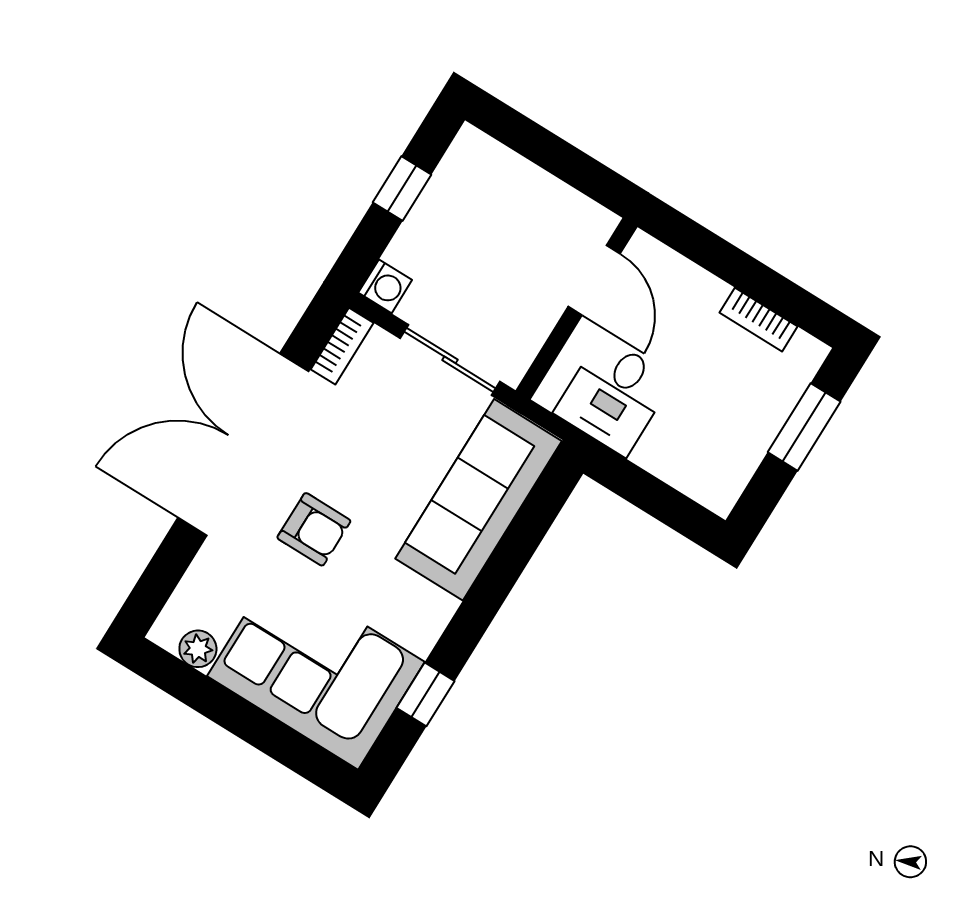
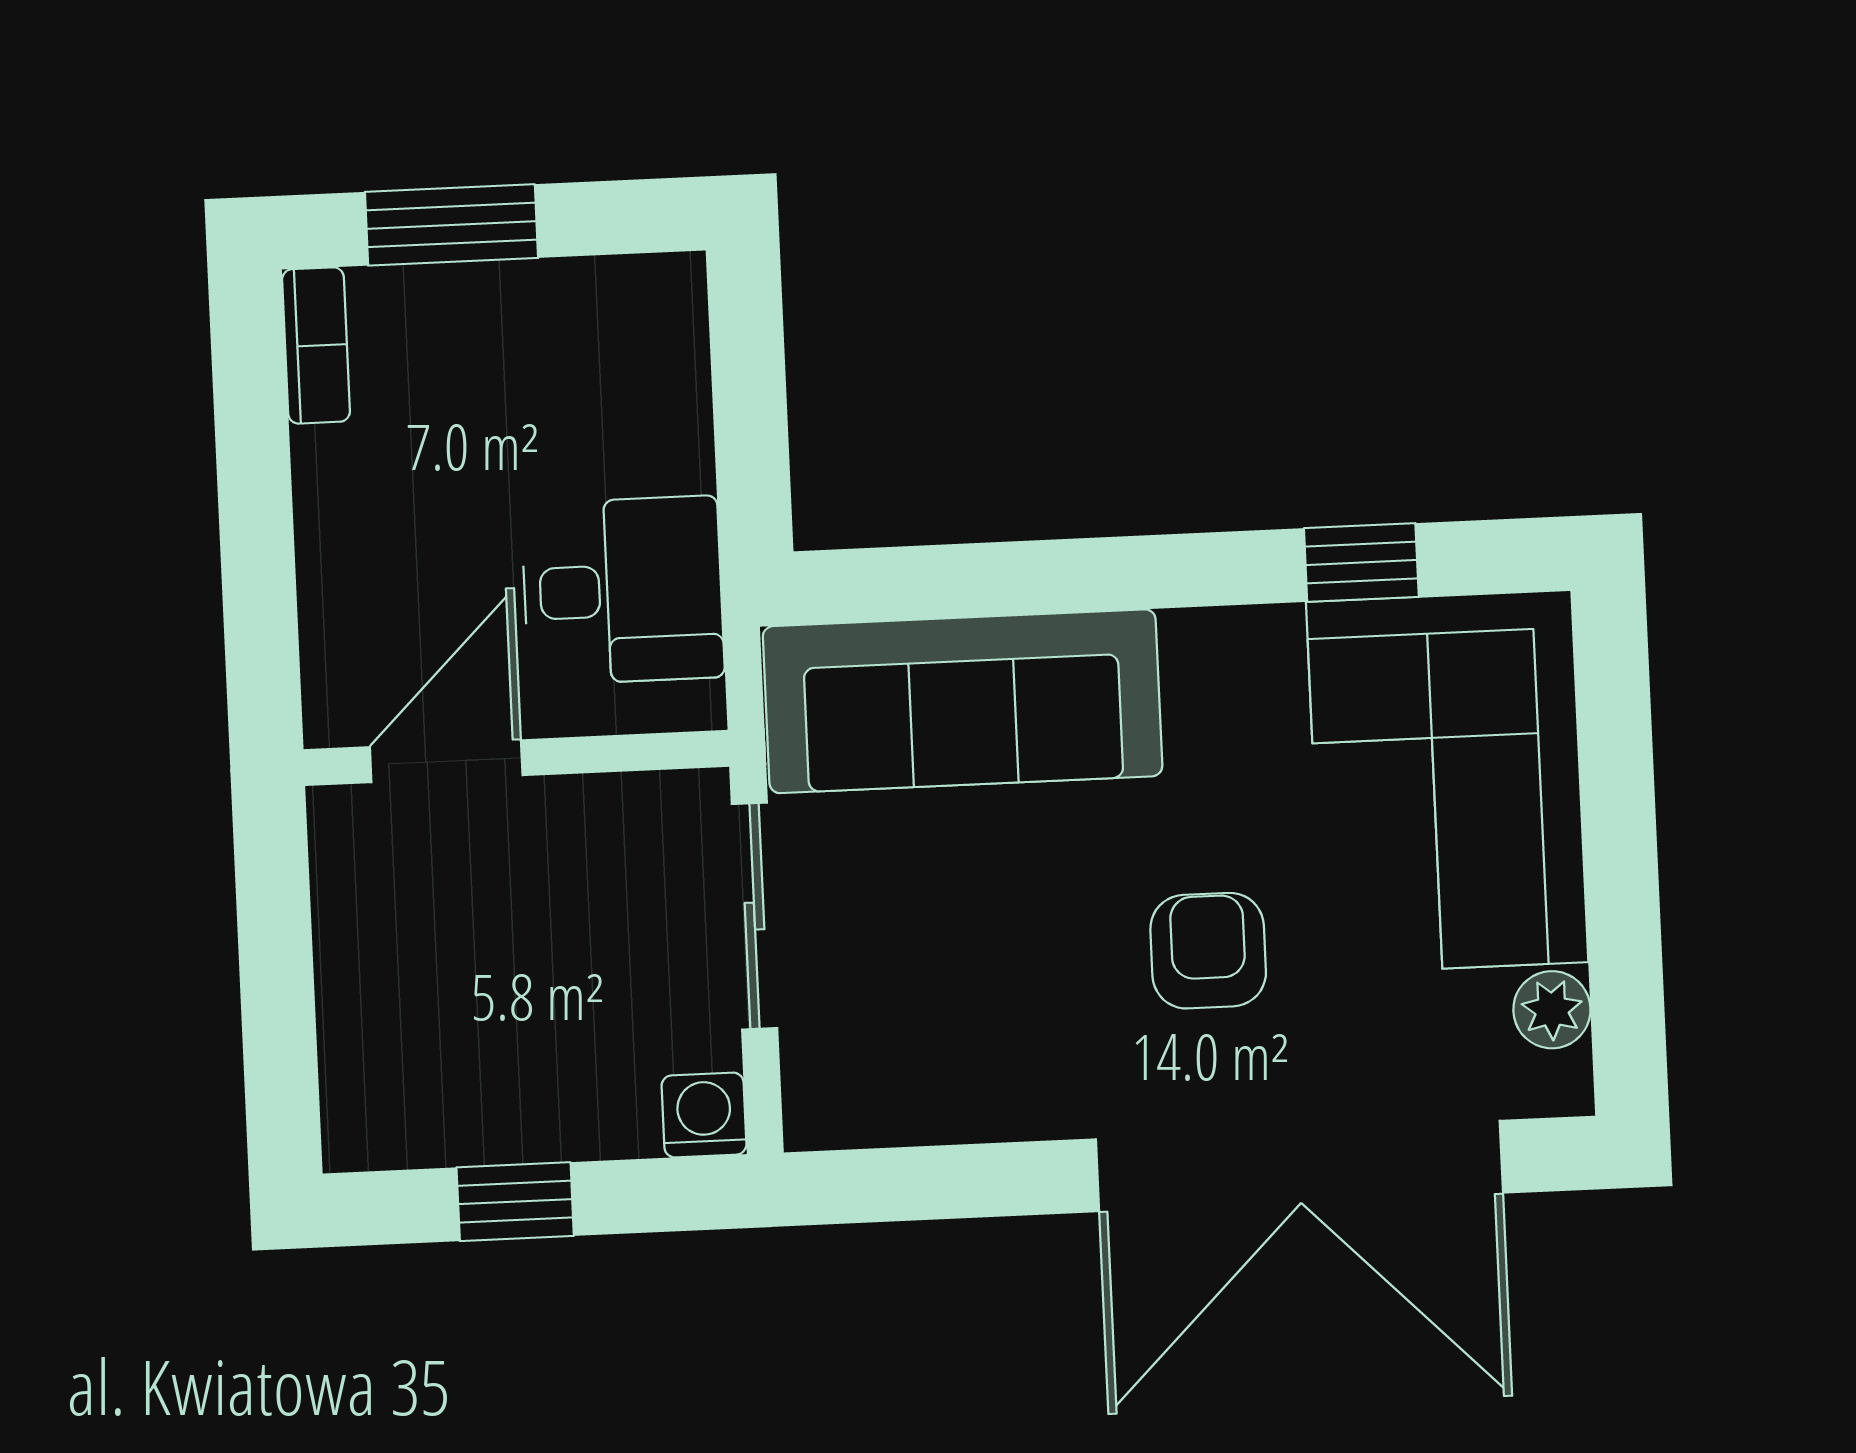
bookcase: (759, 320) -> (316, 345), moved
bookcase: (342, 346) -> (858, 1119), removed
double door: (243, 444) -> (1299, 1166), moved

